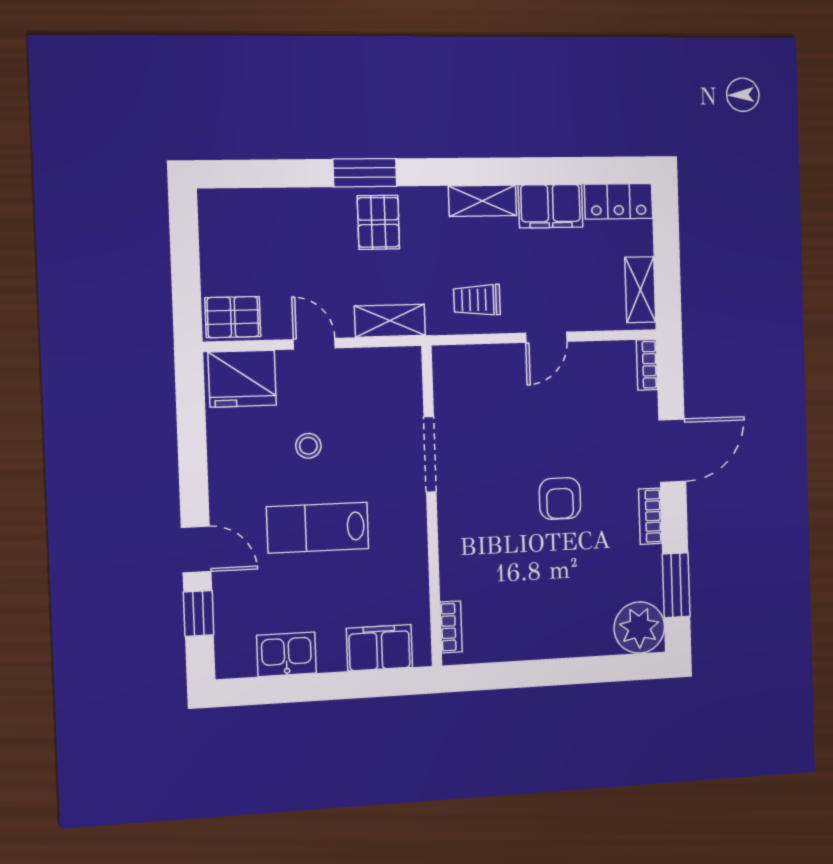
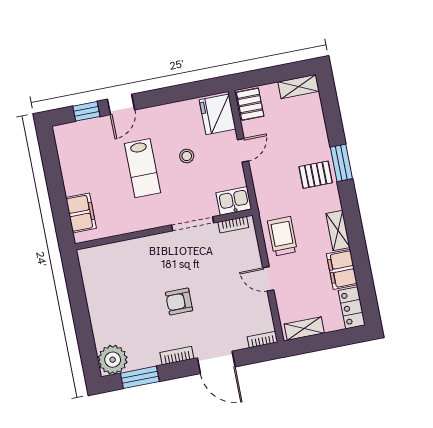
trolley: (477, 300) -> (282, 236), width x1.36, depth x1.39
shelving: (390, 321) -> (299, 86), moved, turned 90
lab bench: (318, 528) -> (143, 168), turned 180
bookcase: (451, 627) -> (233, 225), moved
kitchen sink: (286, 654) -> (234, 201), moved, turned -90

